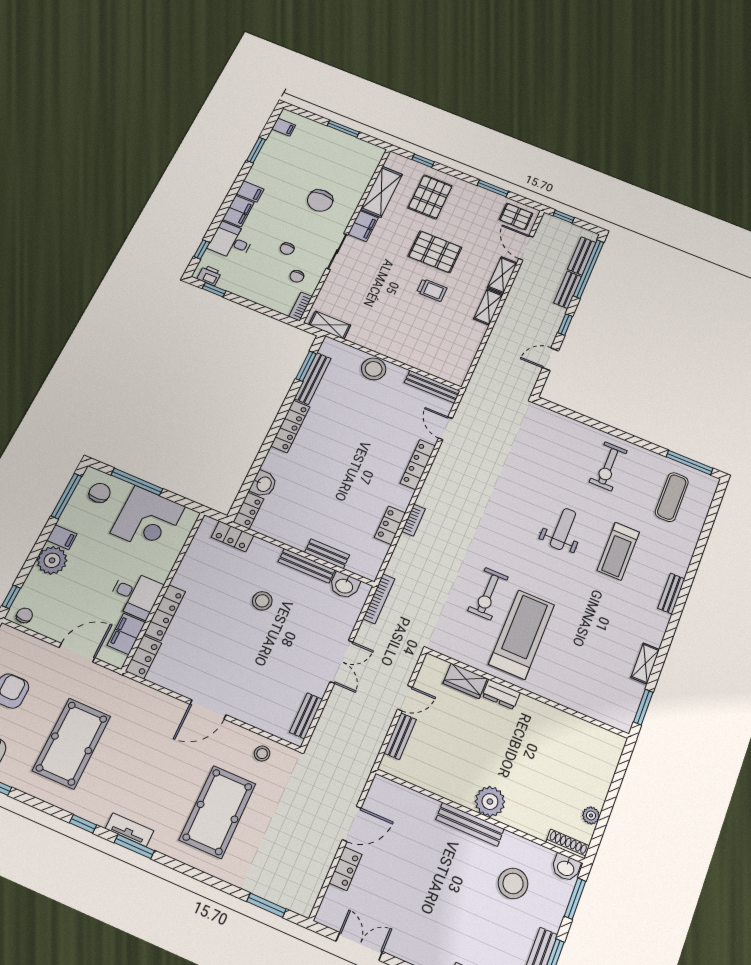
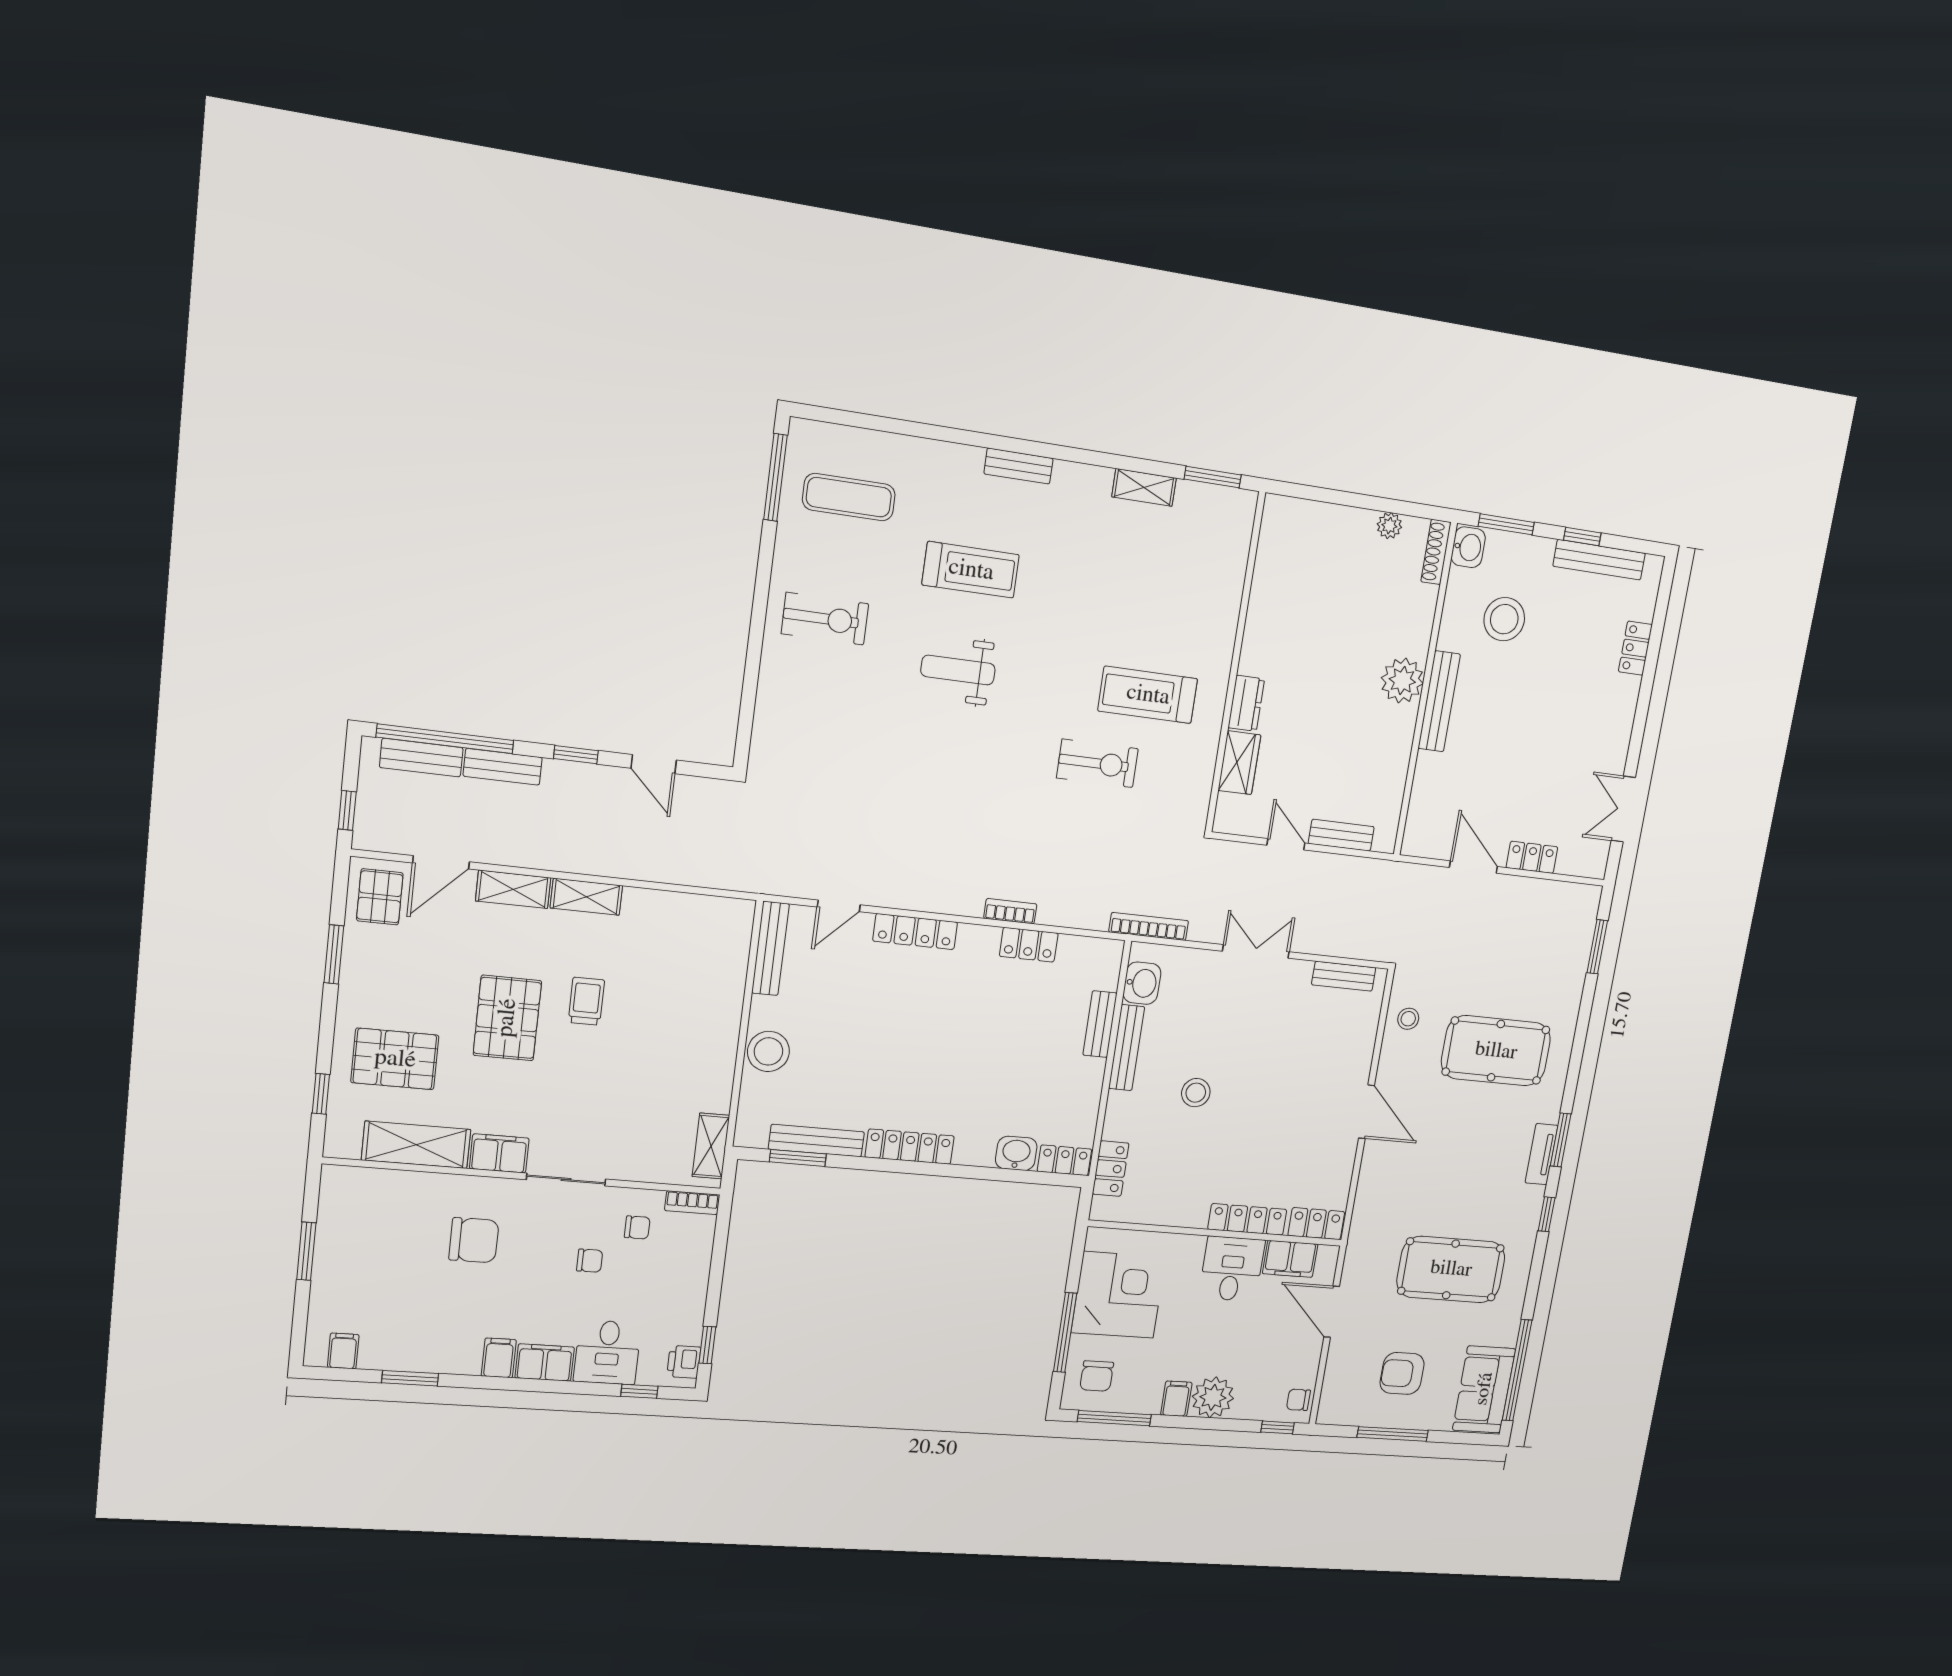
chair: (100, 493) -> (1097, 1376), turned -86
treadmill: (522, 634) -> (1148, 695), width x0.73, depth x0.73

